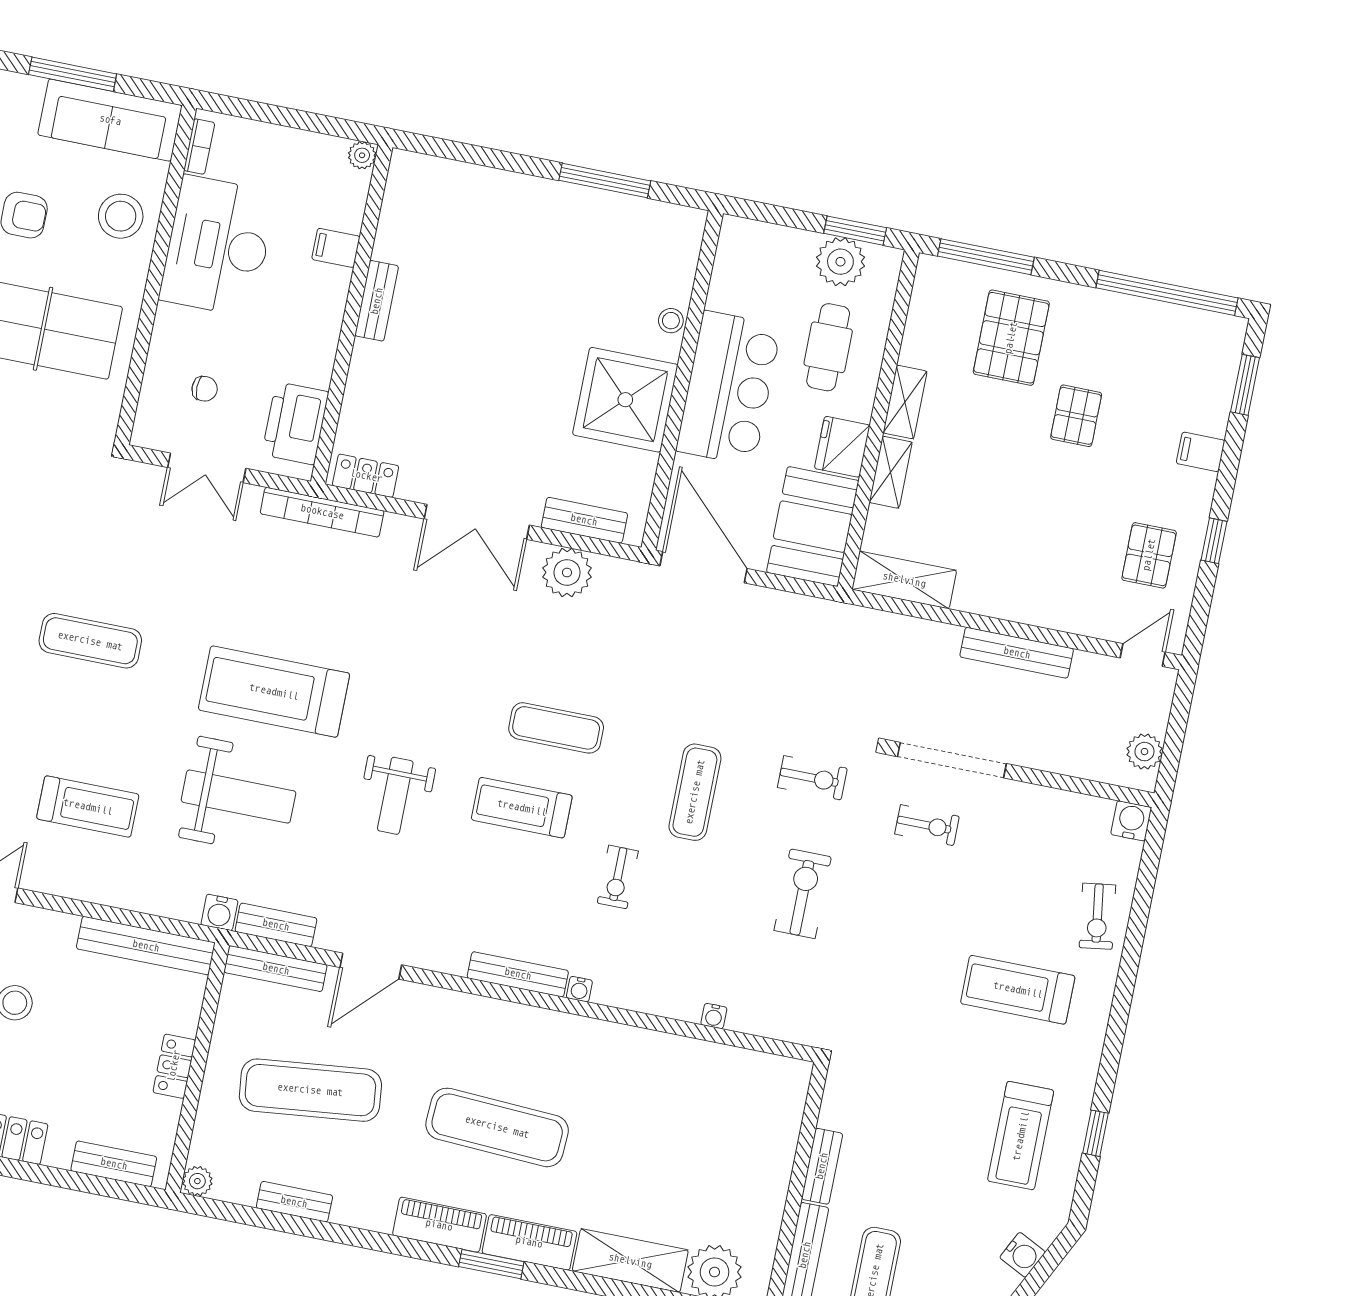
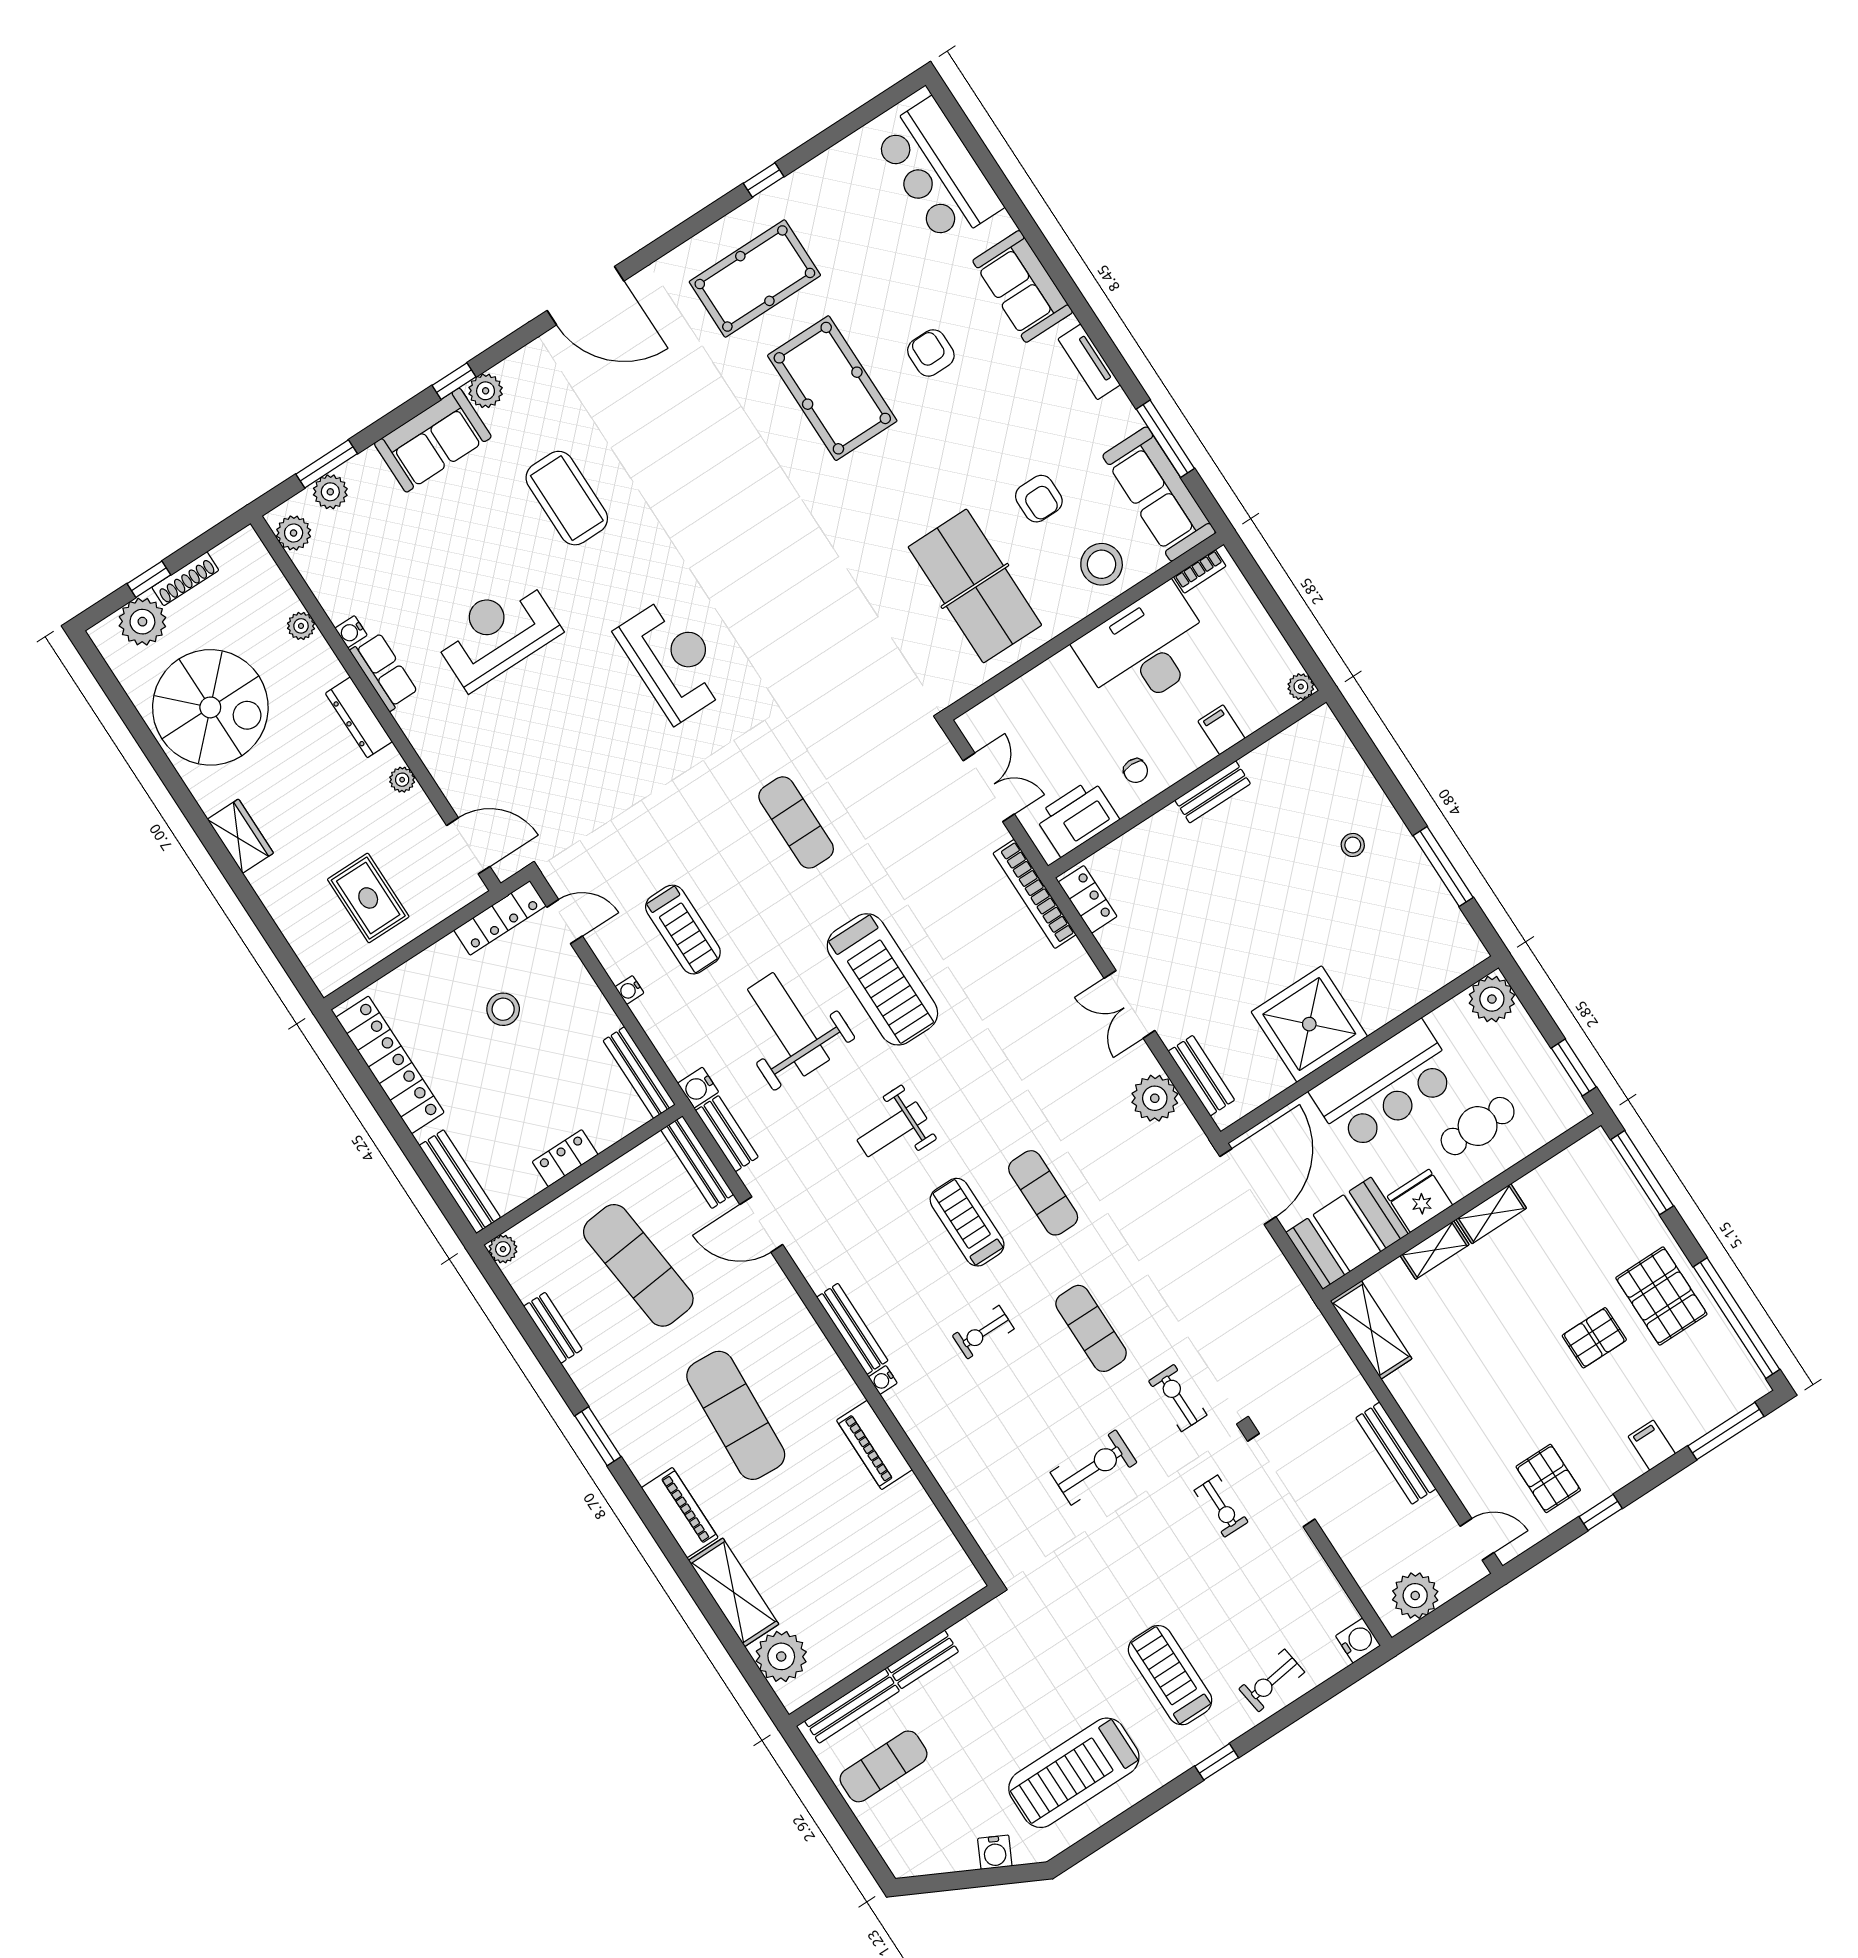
plant: (840, 262) -> (1492, 999), moved
stool: (671, 321) -> (1353, 845), moved
pallet: (1011, 338) -> (1661, 1296), moved, turned 90
window: (1245, 385) -> (1726, 1431), width x1.44
chair: (205, 389) -> (1136, 771), moved
double door: (207, 468) -> (989, 787), swing flipped
double door: (477, 522) -> (1130, 1004), width x0.73
pallet: (1149, 555) -> (1548, 1478), turned 90
treadmill: (274, 692) -> (882, 979), turned 180
plant: (1144, 752) -> (1415, 1596), width x1.36, depth x1.36
exercise bike: (812, 778) -> (1178, 1398), turned 180
exercise mat: (695, 792) -> (1091, 1328), turned 90
weight bench: (238, 797) -> (789, 1024), turned 180
bench: (146, 946) -> (639, 1073), width x0.73, depth x0.82
water cooler: (714, 1016) -> (629, 990), moved
window: (1096, 1133) -> (1217, 1762), moved
treadmill: (1021, 1136) -> (1074, 1773), width x1.37, depth x1.38
bench: (114, 1164) -> (460, 1181), width x1.36
piano: (439, 1225) -> (874, 1445), moved, turned 180
window: (491, 1264) -> (598, 1436), moved

